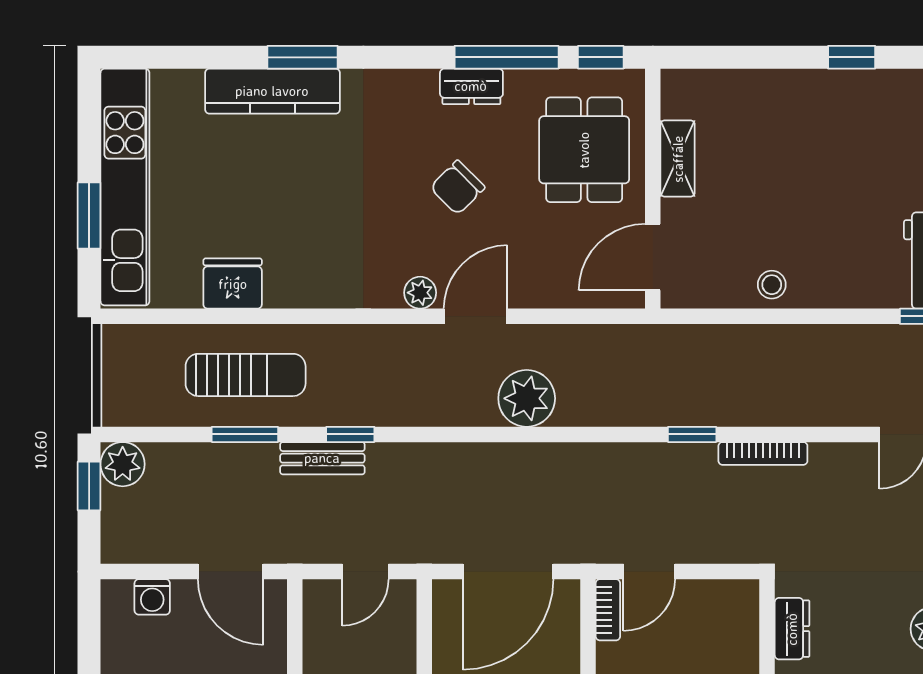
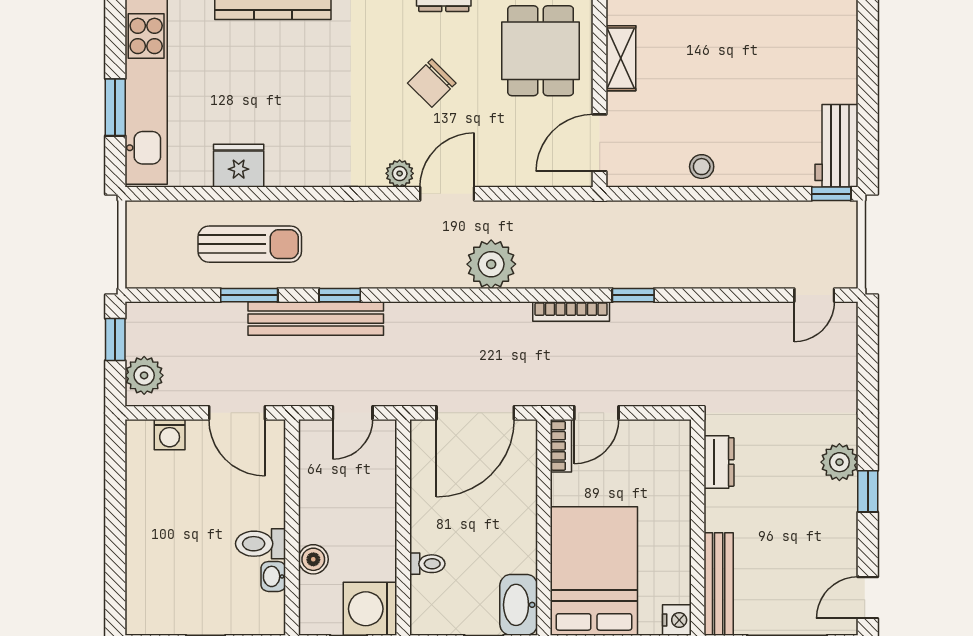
bookcase: (763, 453) -> (571, 312), moved
bench: (322, 458) -> (316, 319), width x1.86, depth x1.21
plant: (123, 464) -> (144, 375), moved

